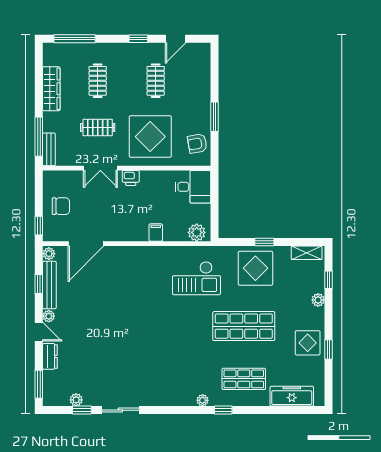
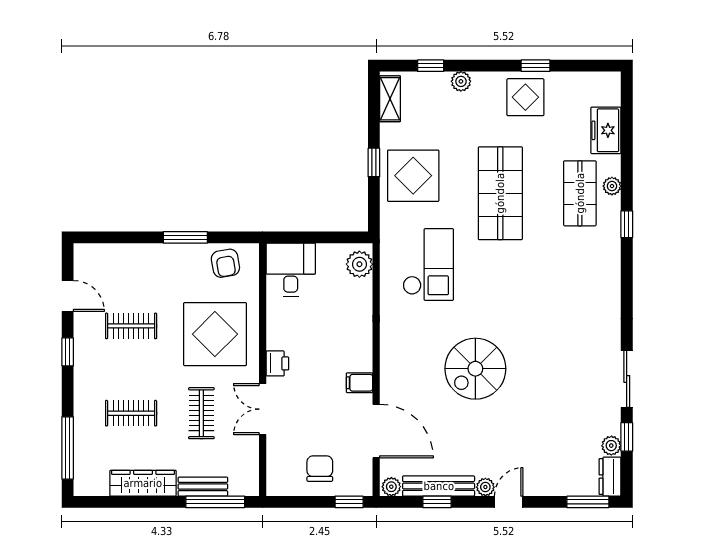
bench: (49, 149) -> (203, 487), moved
double door: (100, 168) -> (263, 409), swing flipped
filing cabinet: (156, 233) -> (359, 383), moved
spiral stairs: (127, 310) -> (475, 369), added
dresser: (50, 356) -> (610, 477), moved, turned -90
freezer: (292, 396) -> (606, 130), width x0.71
plant: (203, 400) -> (612, 186), moved

